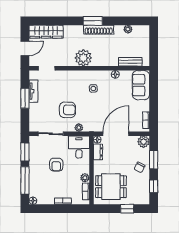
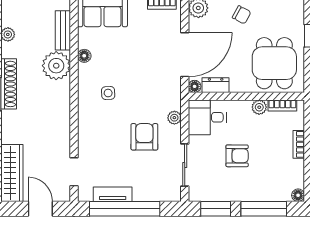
plant: (83, 58) -> (56, 66), moved
window: (25, 98) -> (125, 209), width x2.11
door: (116, 134) -> (185, 55), swing flipped

